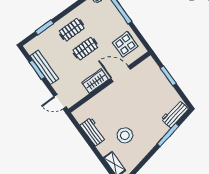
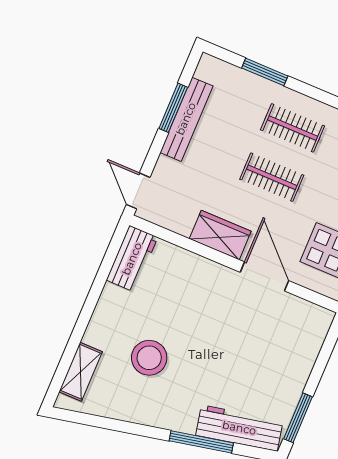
window: (168, 76) -> (298, 418), moved
workbench: (175, 114) -> (239, 428), width x1.38
workbench: (93, 132) -> (132, 259), moved

